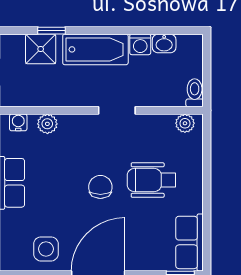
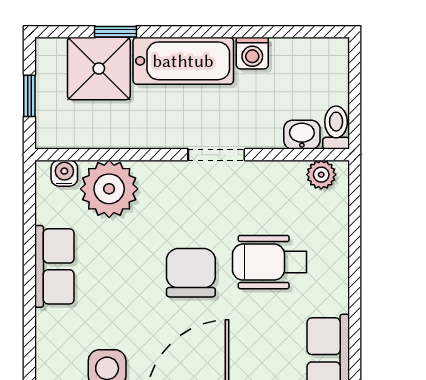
washbasin: (164, 44) -> (302, 135), moved, turned 180
shower: (41, 49) -> (99, 68), width x1.36, depth x1.36
plant: (47, 124) -> (109, 189), width x1.88, depth x1.88
chair: (100, 187) -> (191, 273), width x1.37, depth x1.37

